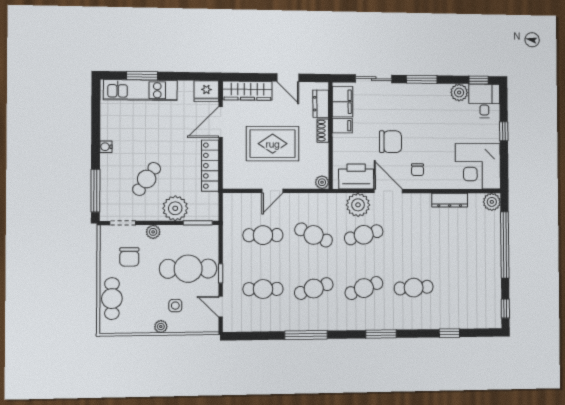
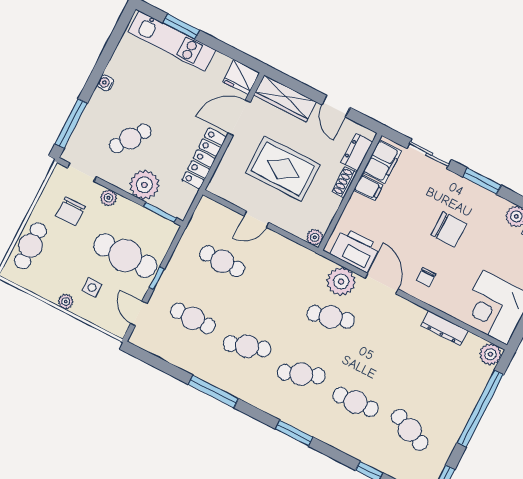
chair: (390, 142) -> (449, 229), moved
cafe table: (314, 235) -> (410, 430), moved

